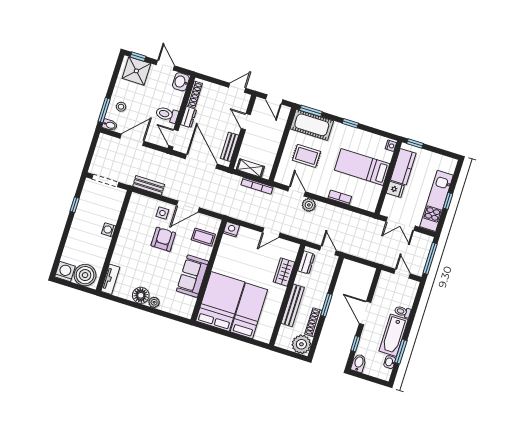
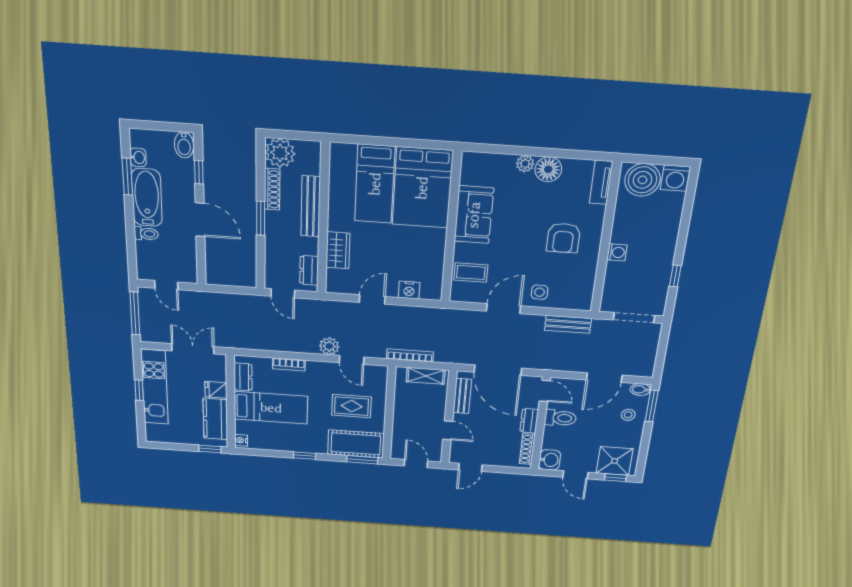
dresser: (374, 195) -> (243, 377), added
nightstand: (231, 229) -> (409, 290), moved
armchair: (163, 239) -> (563, 238), moved

